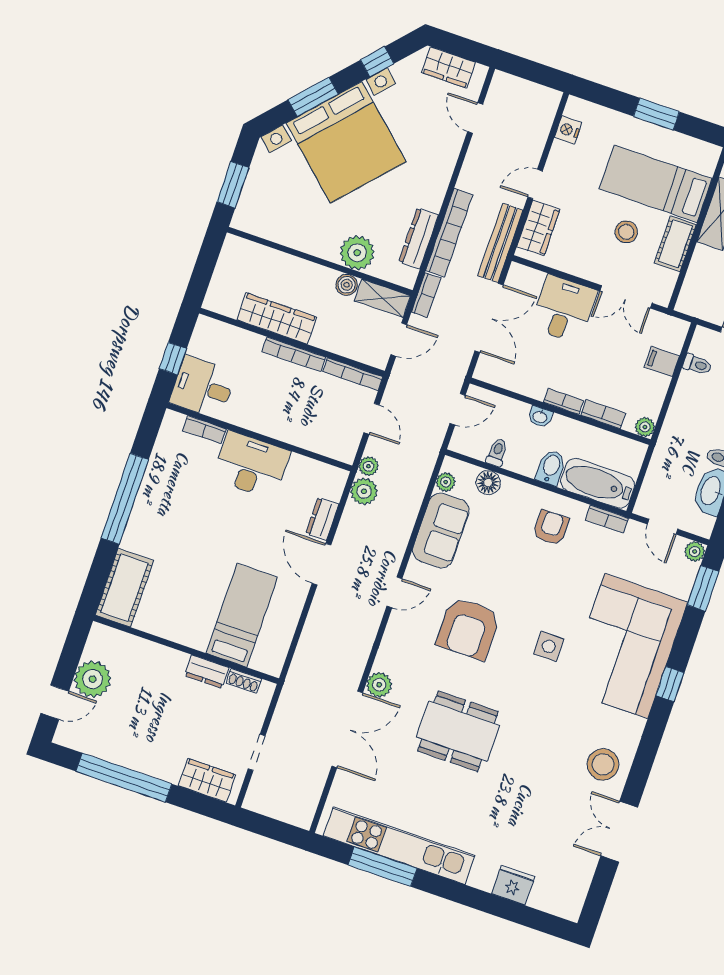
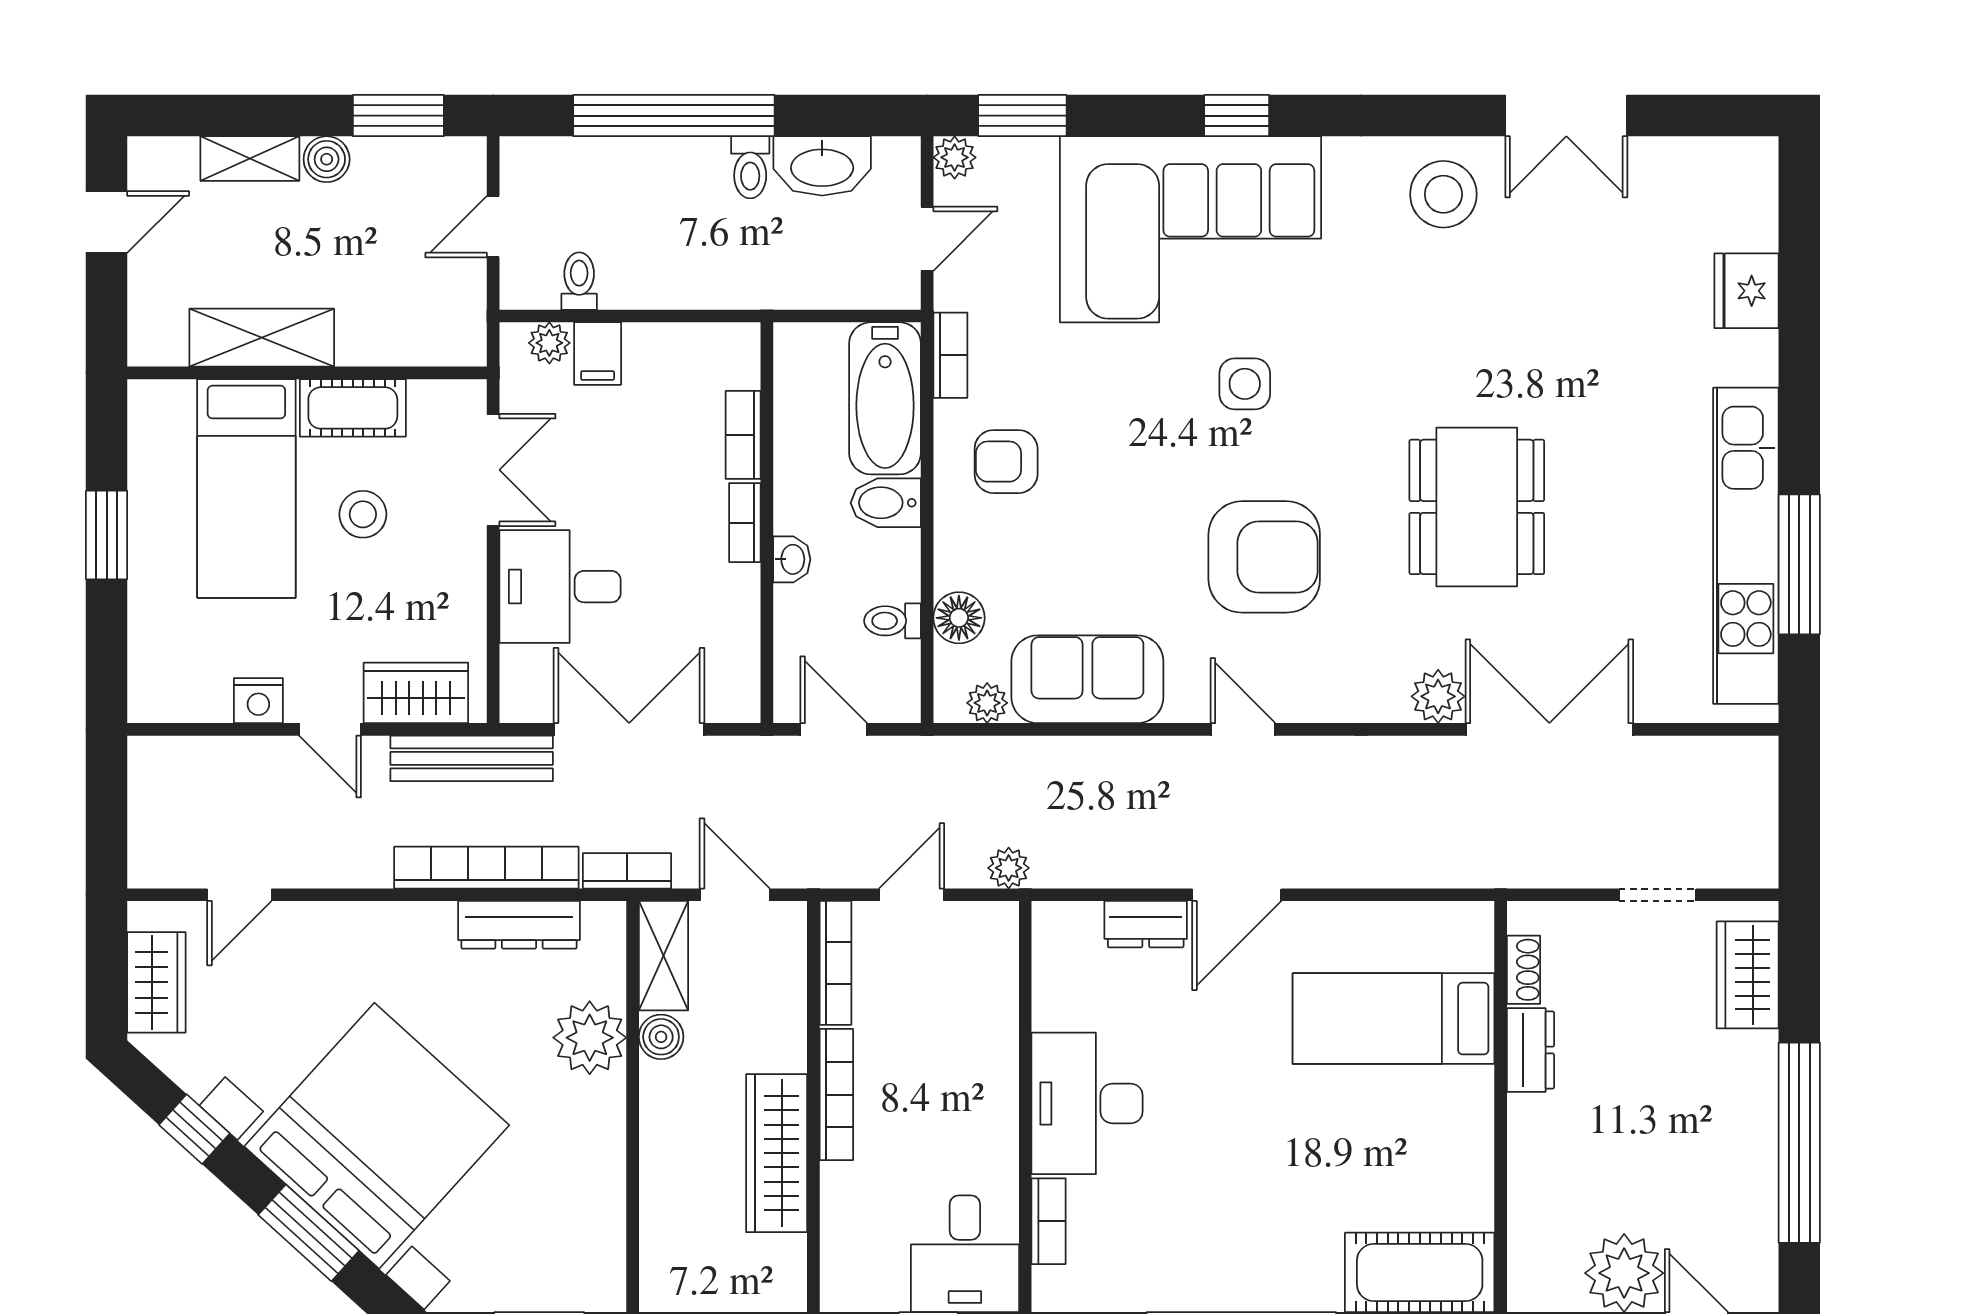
nightstand: (568, 130) -> (258, 701), moved
plant: (645, 427) -> (549, 343), moved
plant: (364, 491) -> (1062, 860), removed

